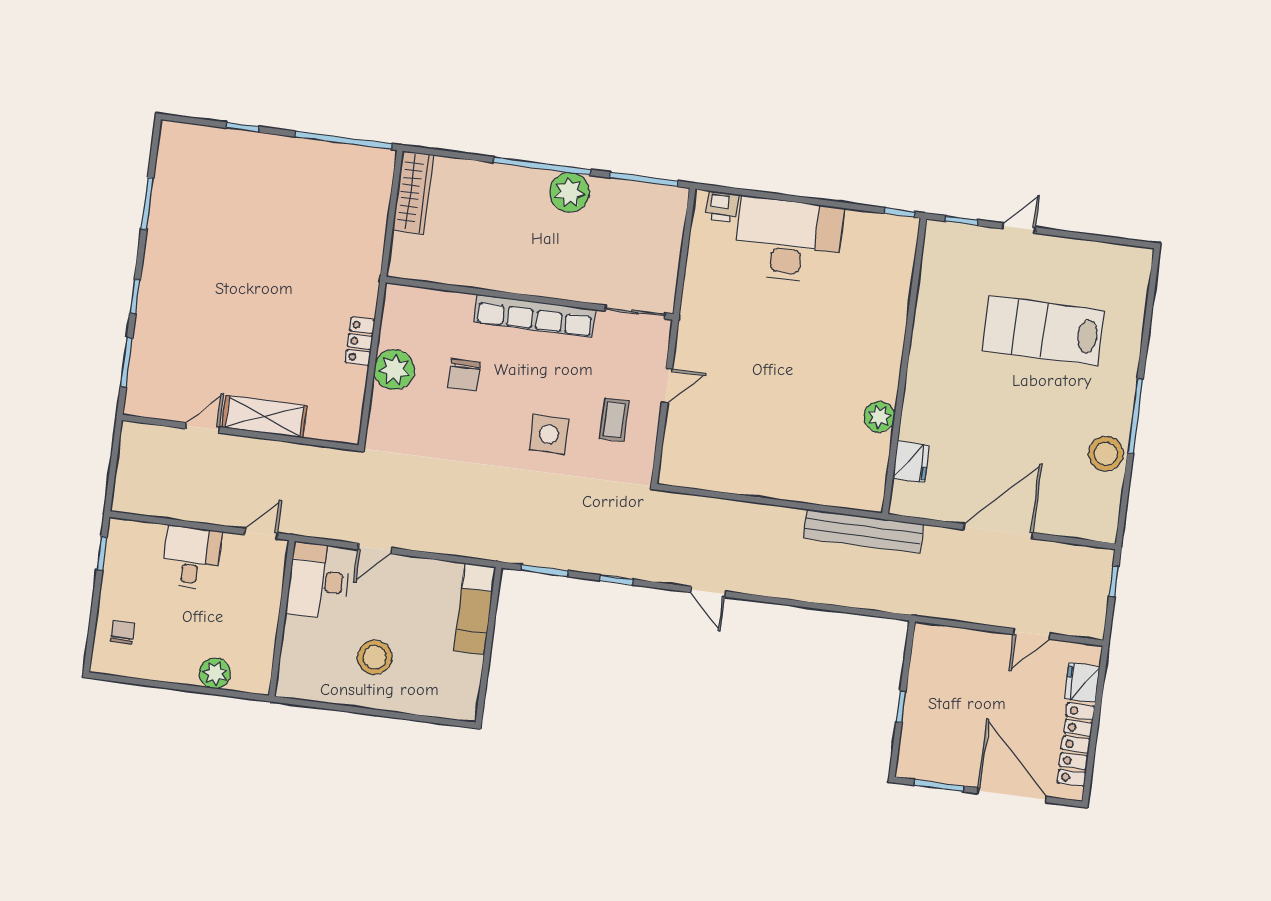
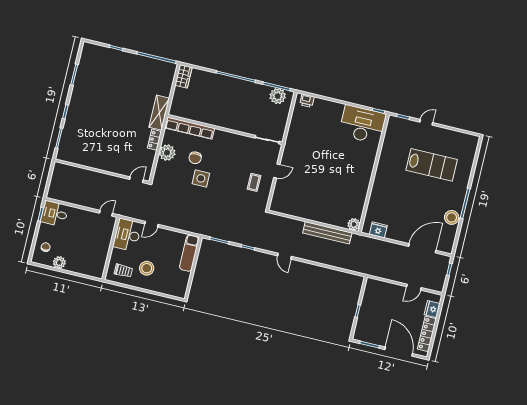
wardrobe: (413, 192) -> (183, 76), width x0.67
plant: (570, 192) -> (278, 96), moved
desk: (788, 240) -> (363, 124), moved
row of seats: (535, 316) -> (190, 128), moved
lab bench: (1043, 331) -> (432, 165), turned 180
shelving: (265, 417) -> (159, 113), moved, turned 90
plant: (879, 417) -> (354, 224), moved
door: (202, 428) -> (136, 180), moved
side table: (549, 434) -> (201, 178), moved
fridge: (911, 462) -> (378, 230), moved, turned -90
bench: (863, 531) -> (327, 233), moved
door: (998, 531) -> (422, 248), moved
desk: (191, 557) -> (55, 214), moved, turned -90
trolley: (318, 669) -> (123, 271), added
plant: (215, 673) -> (59, 262), moved

